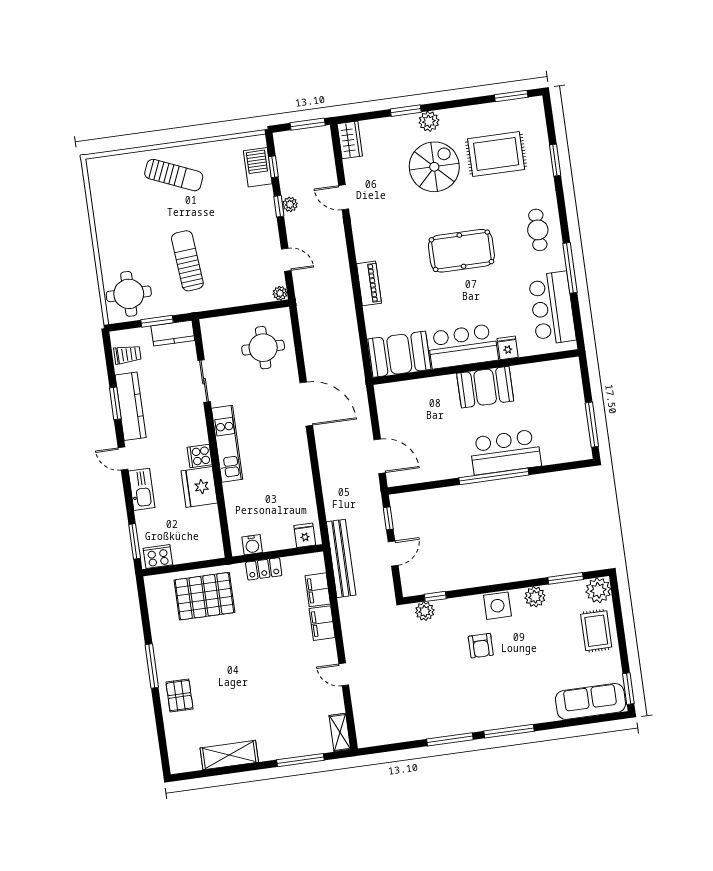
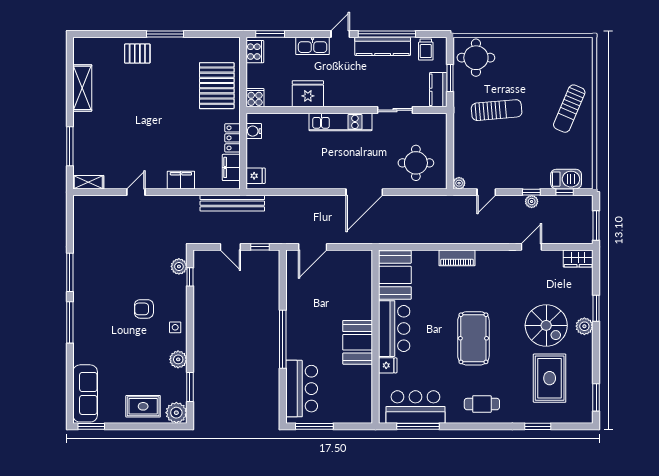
window: (570, 268) -> (418, 426), moved
window: (115, 403) -> (387, 34), width x2.11
bar counter: (505, 452) -> (302, 389), moved
cooker: (200, 456) -> (255, 98), moved
filing cabinet: (318, 590) -> (231, 167), moved, turned -90
side table: (497, 606) -> (175, 327), width x0.54, depth x0.54

